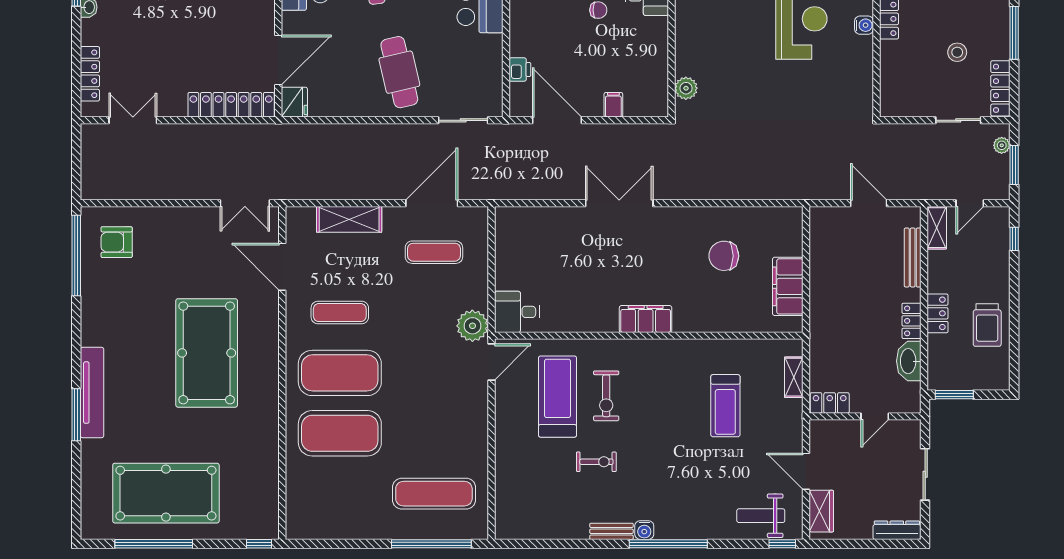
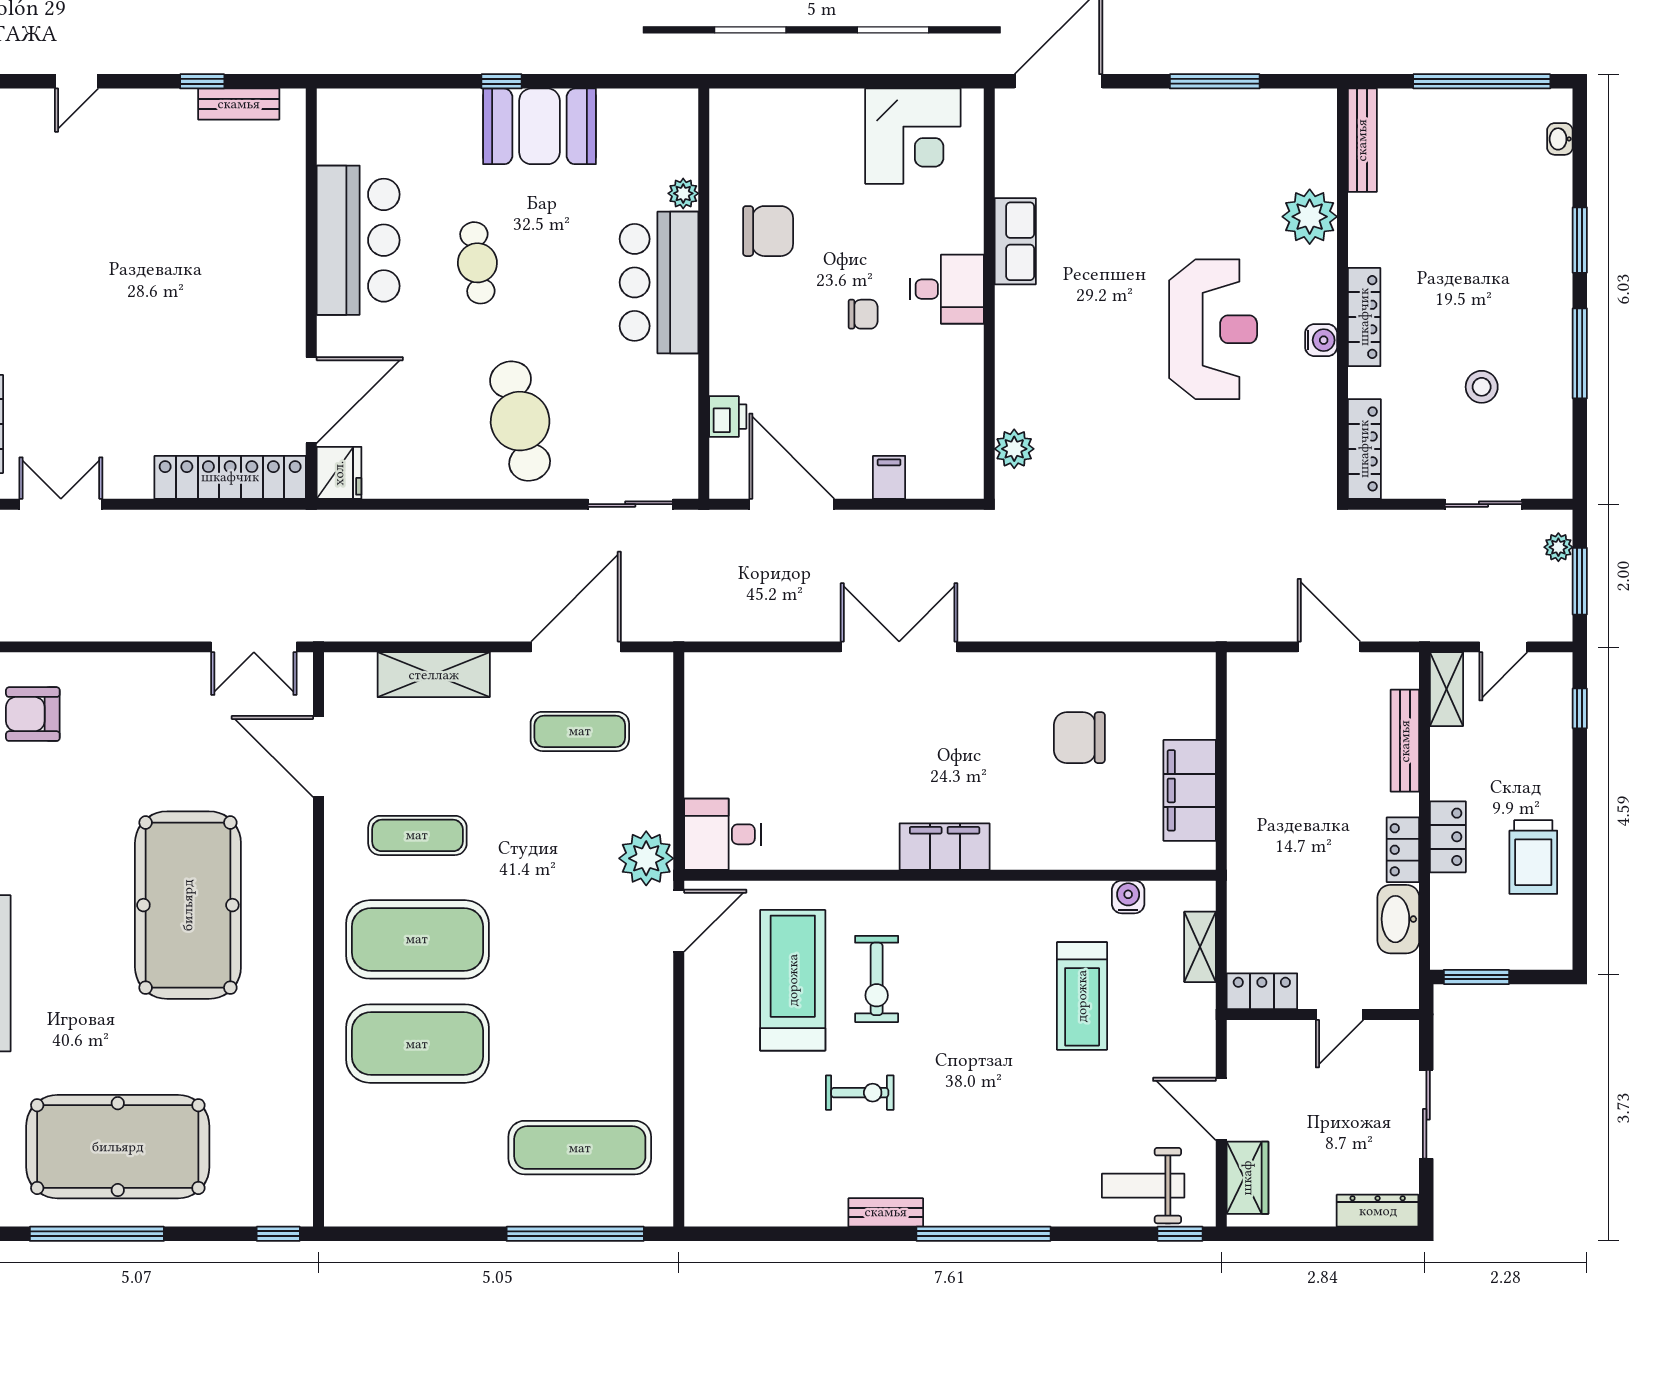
locker: (1000, 88) -> (1364, 449), moved, turned 180
water cooler: (644, 530) -> (1128, 897), moved, turned 180

